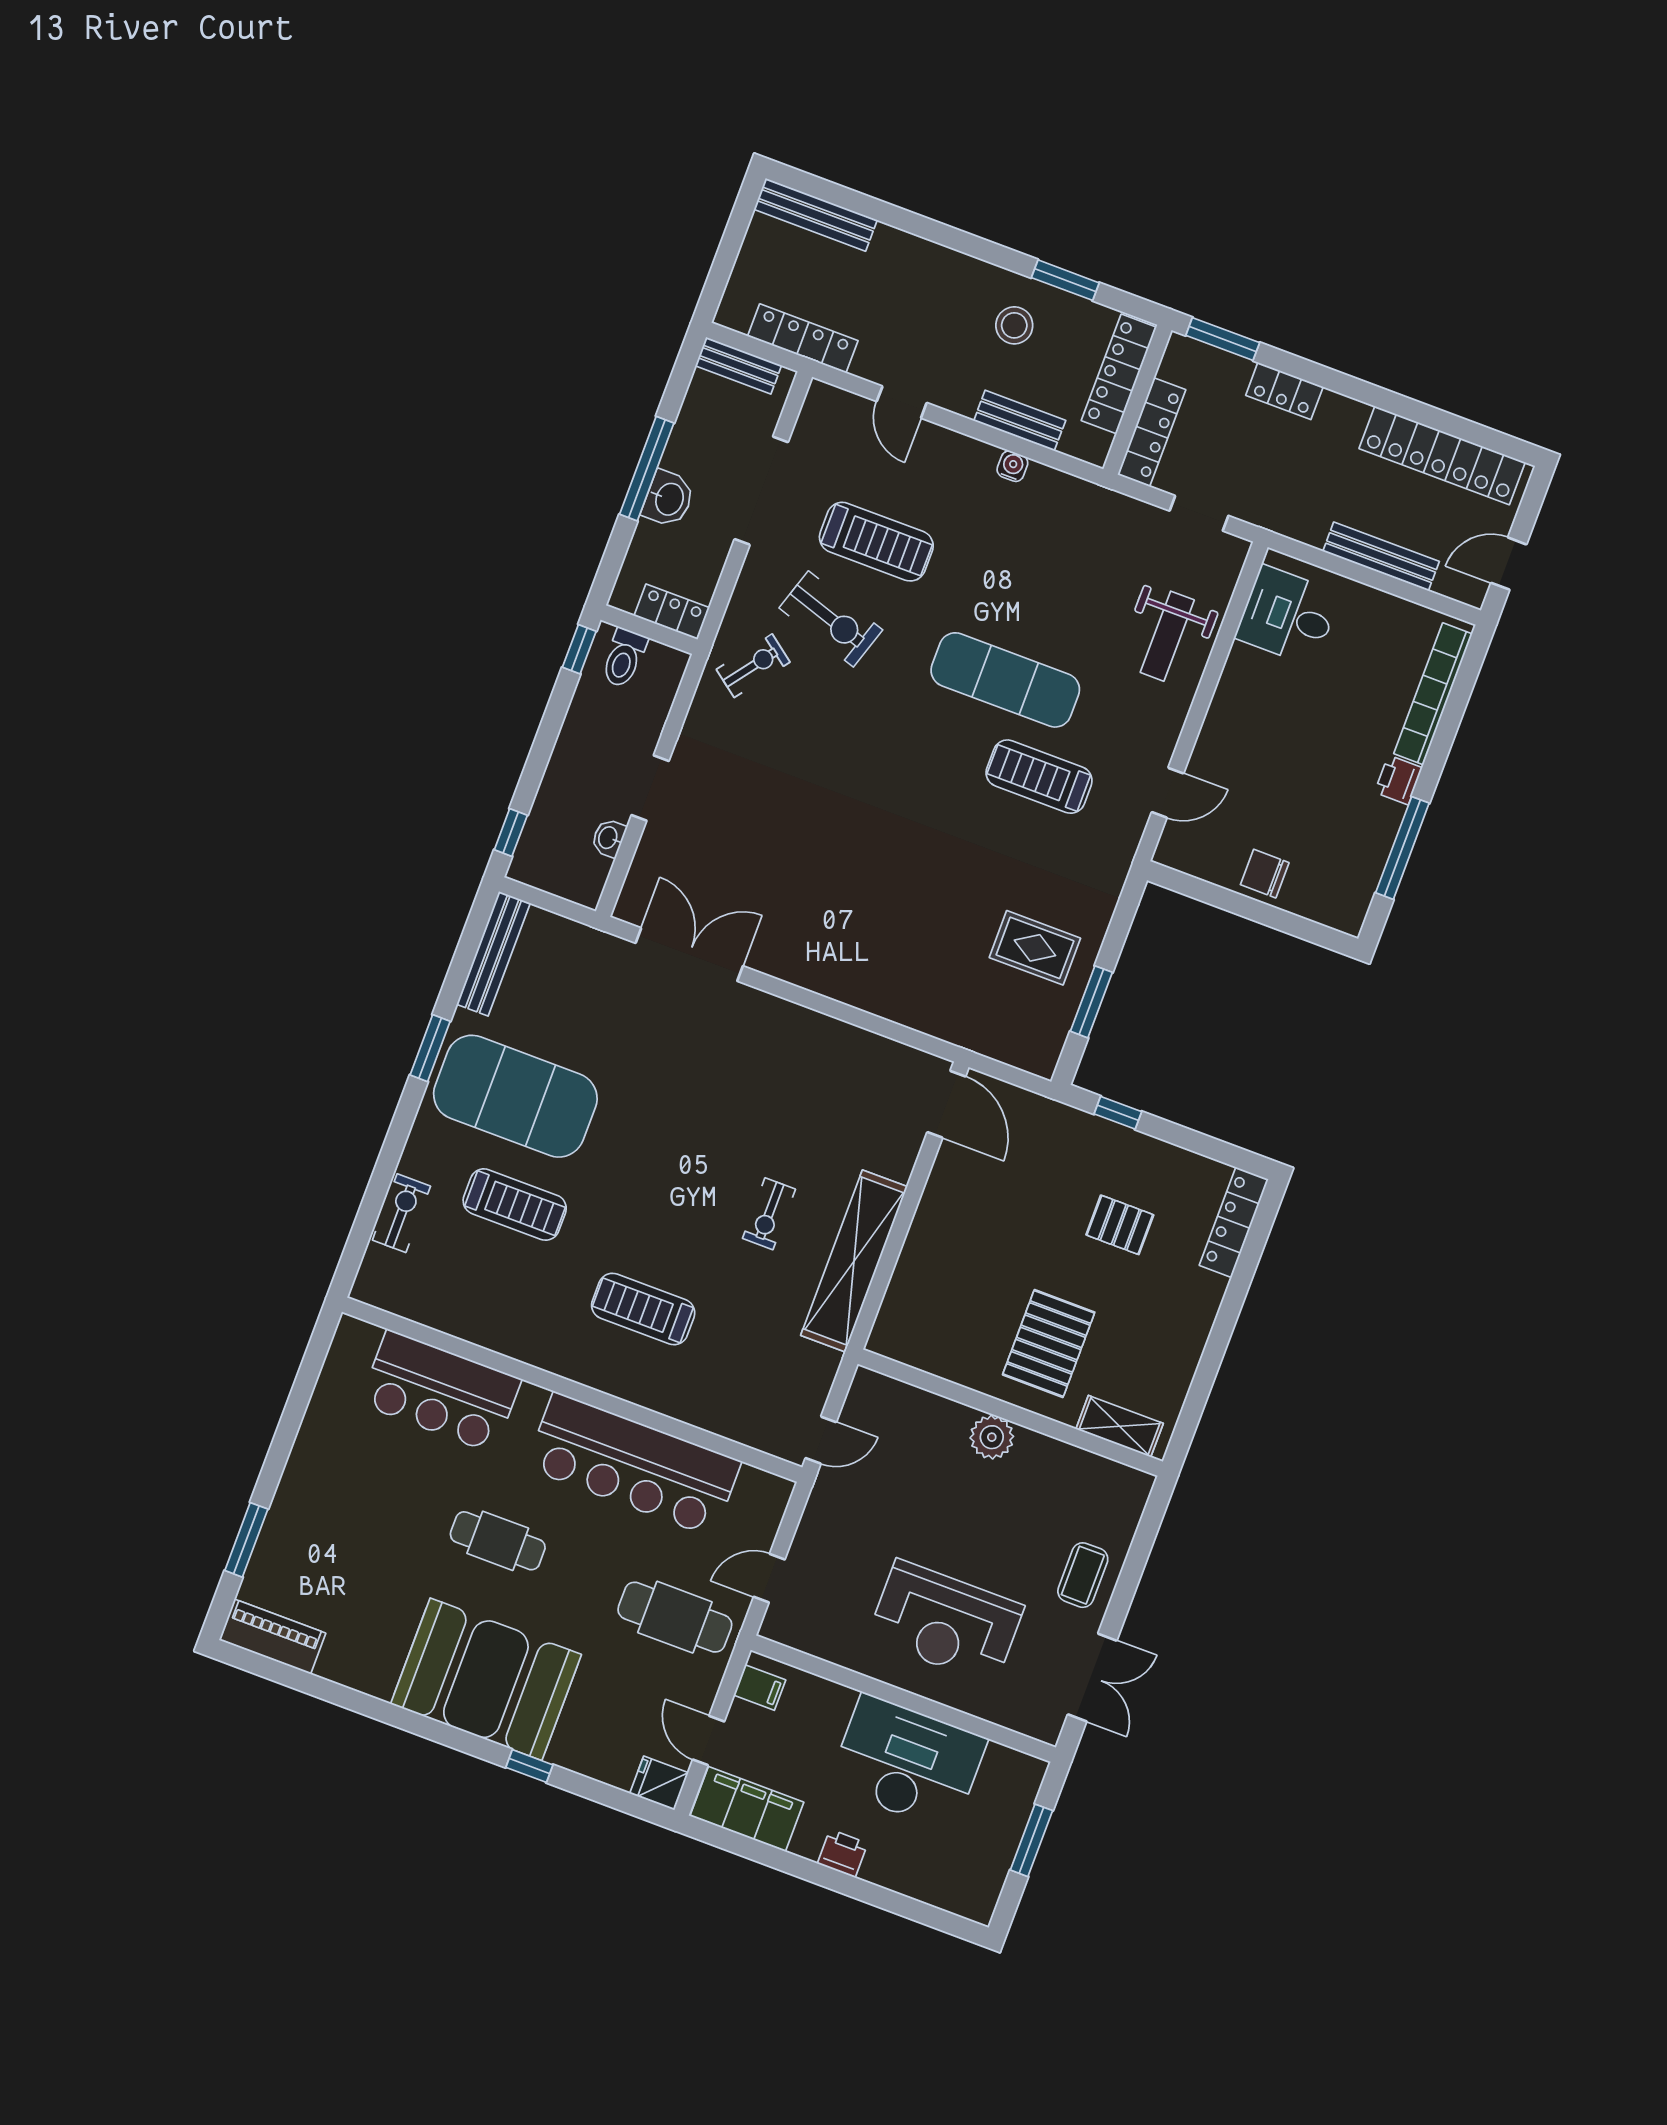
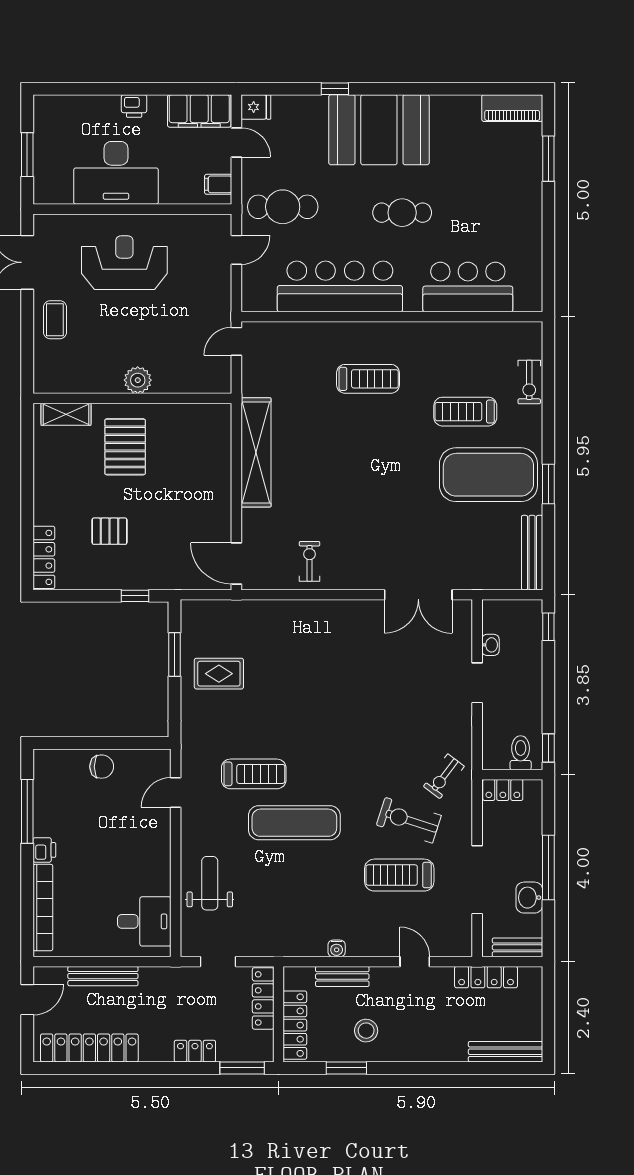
washbasin: (668, 499) -> (529, 898), moved
exercise bike: (769, 1214) -> (310, 561), moved

